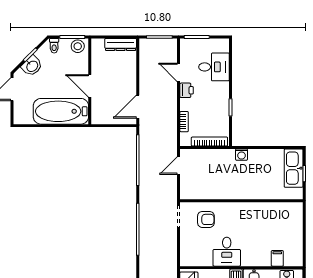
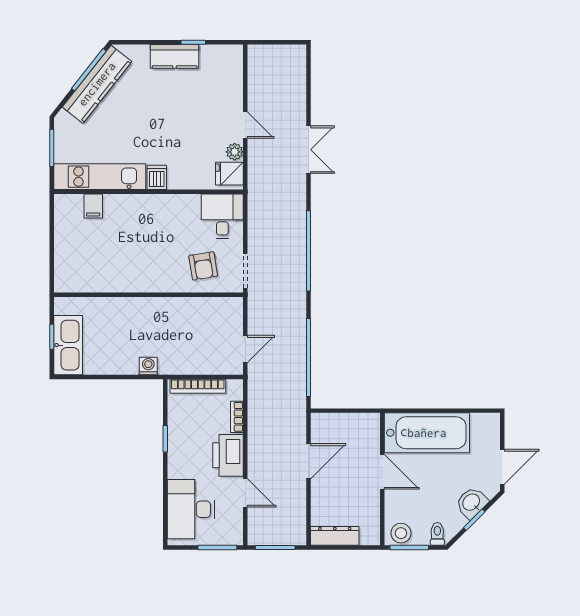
desk: (214, 67) -> (191, 509), width x1.37
printer: (187, 90) -> (228, 455), width x1.87, depth x1.48
door: (138, 107) -> (309, 461), moved
armchair: (206, 219) -> (203, 266), turned -99
desk: (227, 252) -> (222, 216), moved

